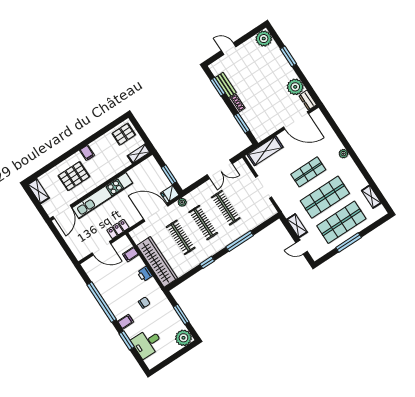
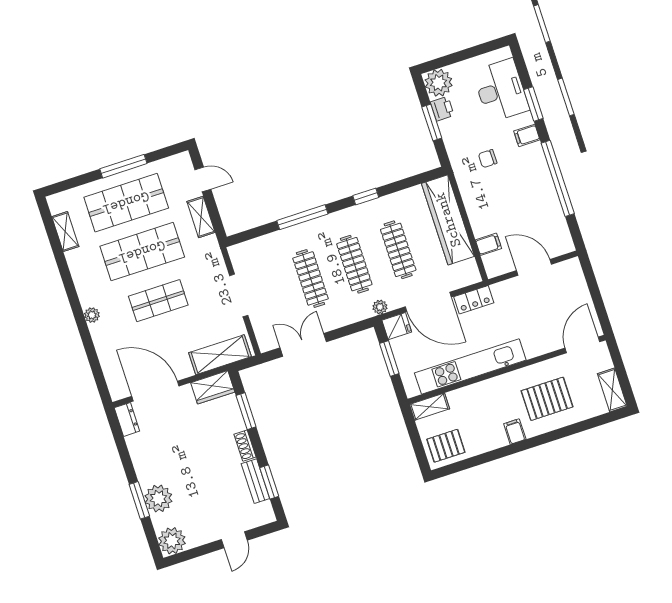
door: (229, 49) -> (234, 540), hinge flipped
plant: (295, 87) -> (158, 498), moved
wardrobe: (264, 131) -> (213, 387), added
kitchen unit: (102, 196) -> (470, 366), moved
locker: (118, 229) -> (474, 300), moved
printer: (145, 274) -> (442, 109), moved
desk: (147, 343) -> (501, 90), width x1.37

